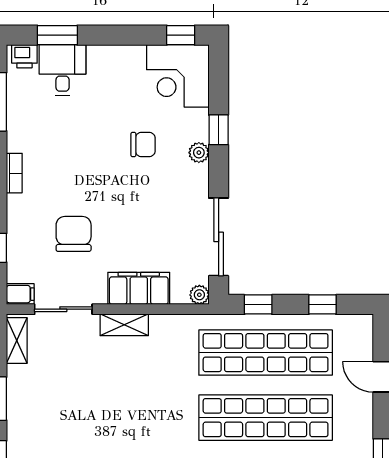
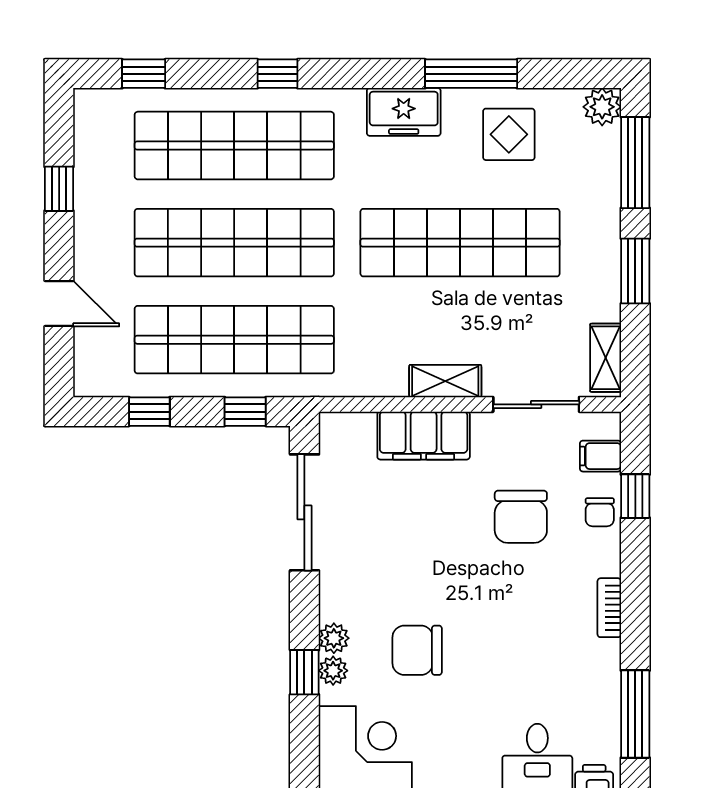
chair: (143, 145) -> (417, 650), width x1.37, depth x1.37
chair: (21, 237) -> (600, 512), added
filing cabinet: (20, 294) -> (600, 456), moved
plant: (199, 295) -> (333, 671), moved
shop shelf: (114, 418) -> (460, 243), added

